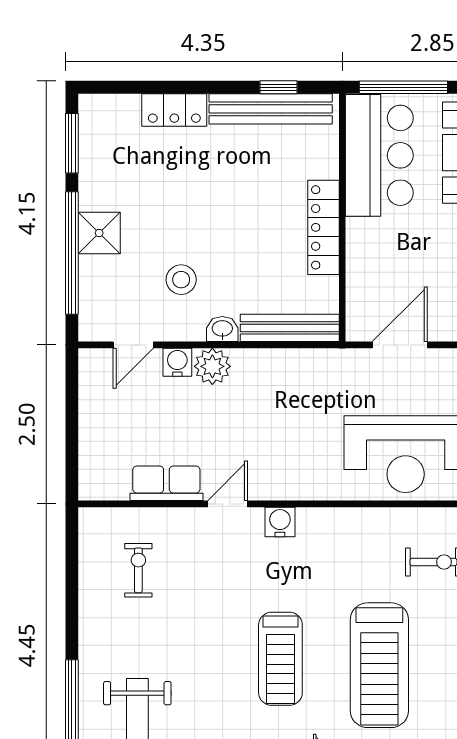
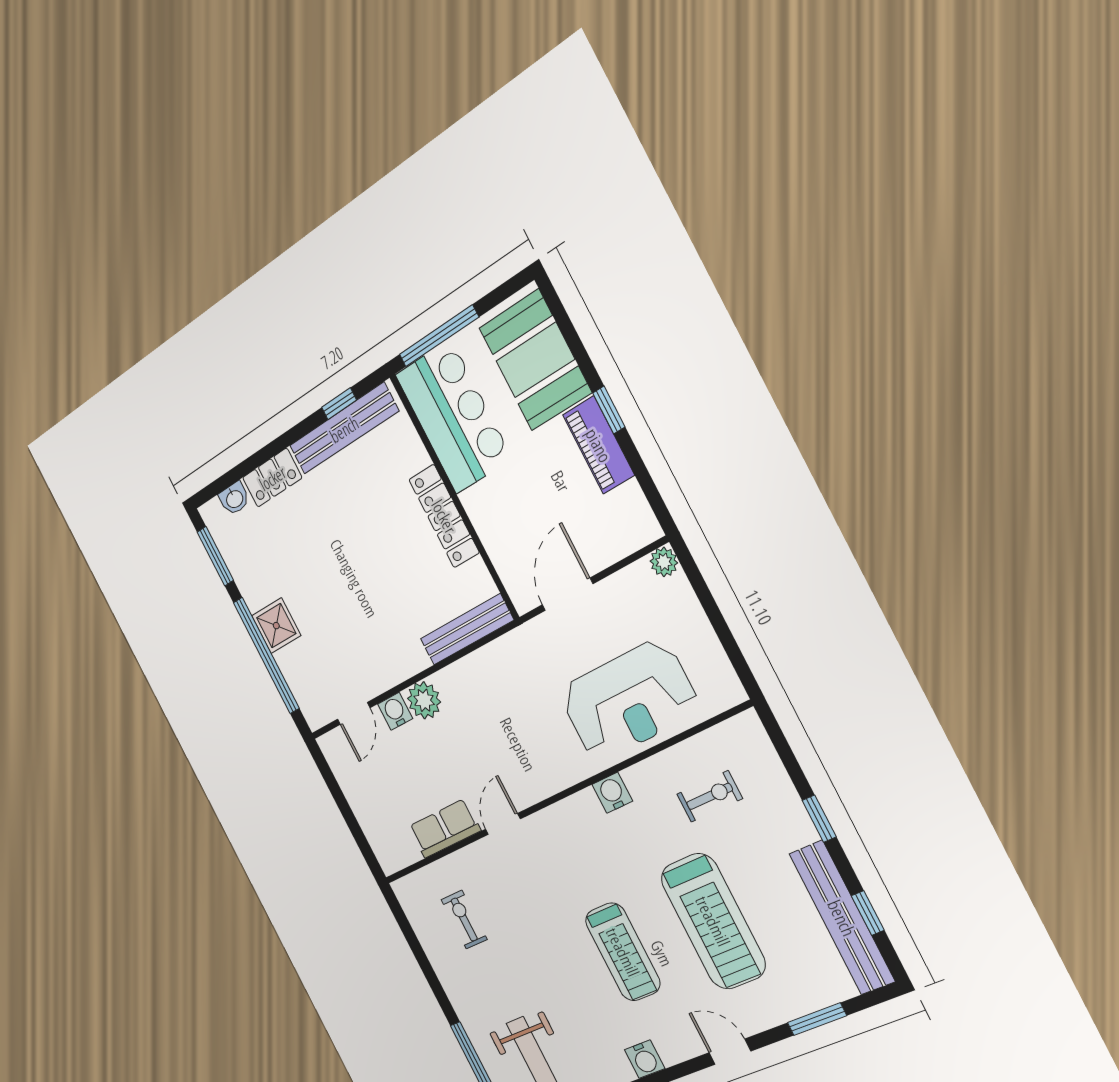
stool: (181, 280) -> (358, 633), removed
washbasin: (222, 329) -> (234, 498), moved, turned 180
water cooler: (280, 522) -> (612, 793), moved

